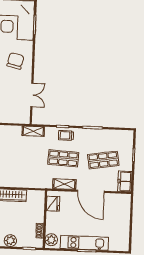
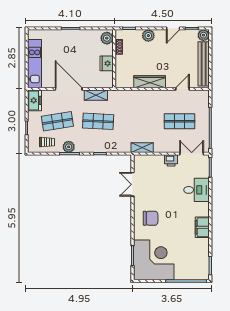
chair: (15, 61) -> (151, 218), turned -103
shelving: (33, 131) -> (142, 148), moved
plant: (93, 134) -> (69, 147), added
trolley: (66, 135) -> (47, 142), moved
fridge: (53, 204) -> (107, 63), moved
kitchen unit: (84, 243) -> (35, 64), moved, turned -90

